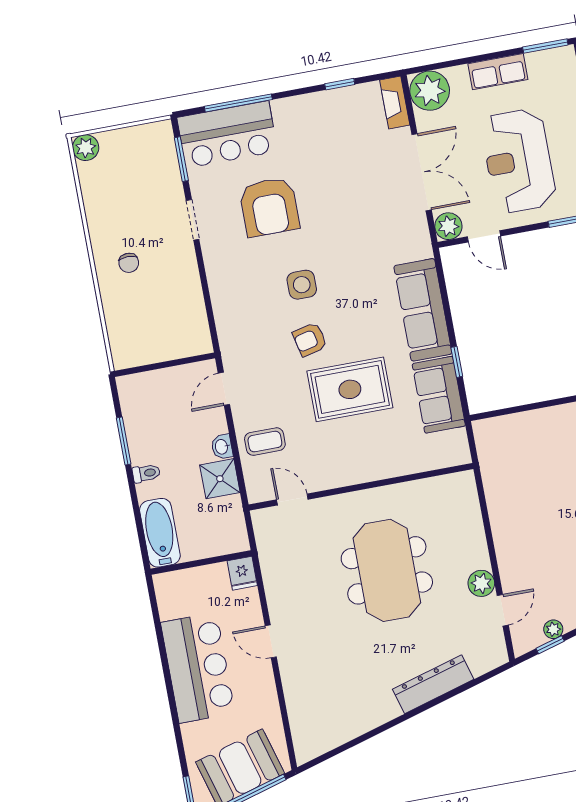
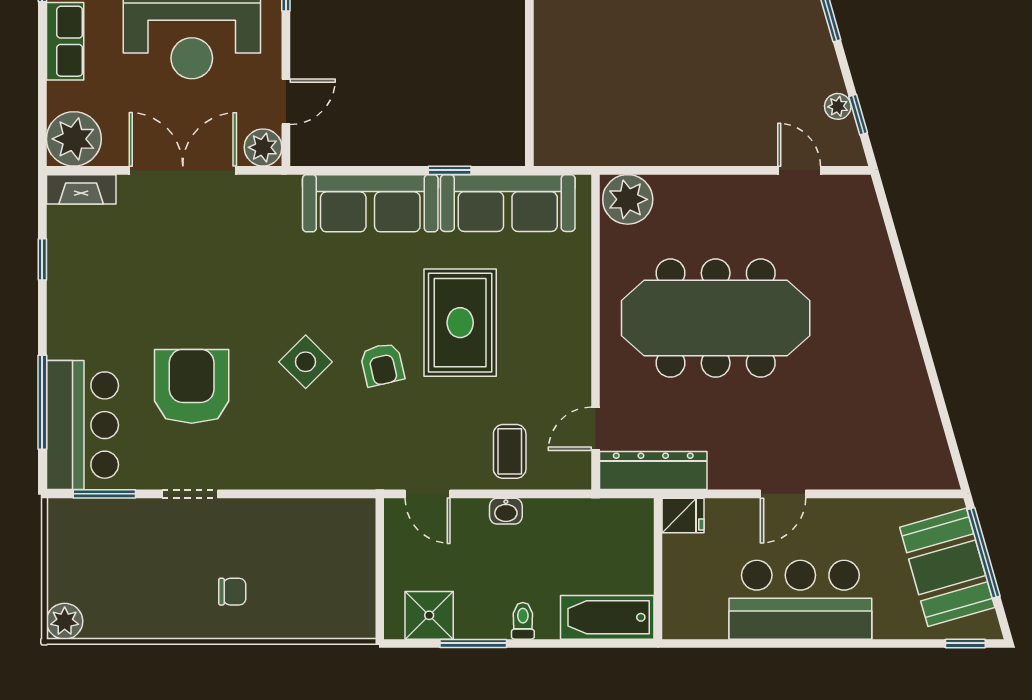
armchair: (269, 207) -> (192, 386), turned -90
side table: (302, 285) -> (306, 362), turned 45
sofa: (439, 395) -> (508, 203), width x1.36
shower: (220, 479) -> (429, 615), moved
meeting table: (387, 570) -> (716, 318), width x1.36
plant: (481, 583) -> (628, 199), moved, width x1.36, depth x1.36
dresser: (433, 684) -> (653, 471), moved, turned 106

